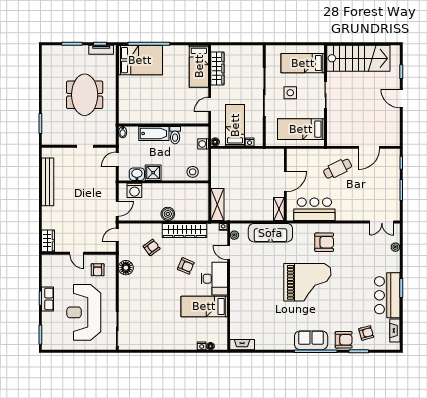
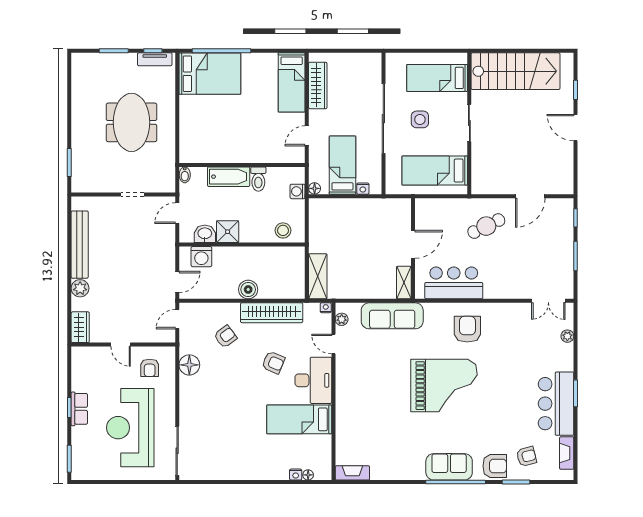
plant: (48, 213) -> (80, 288), added
armchair: (324, 242) -> (467, 329), turned -90

